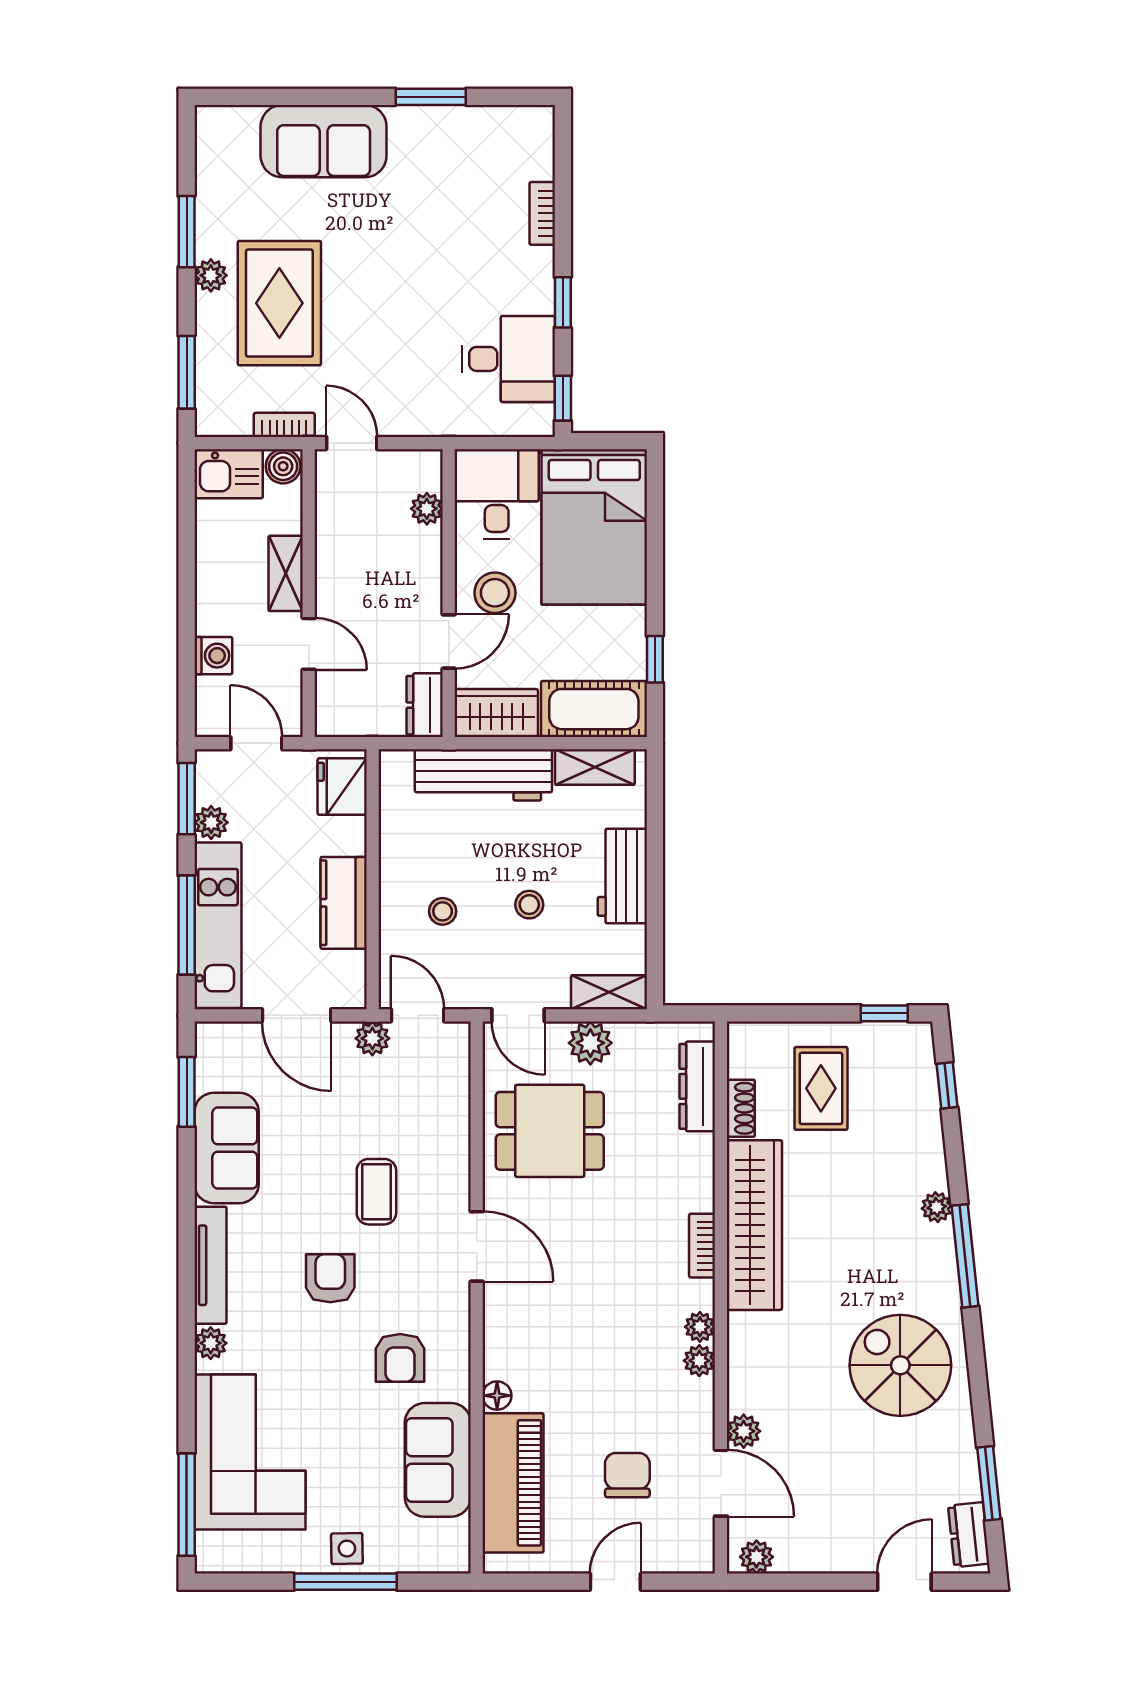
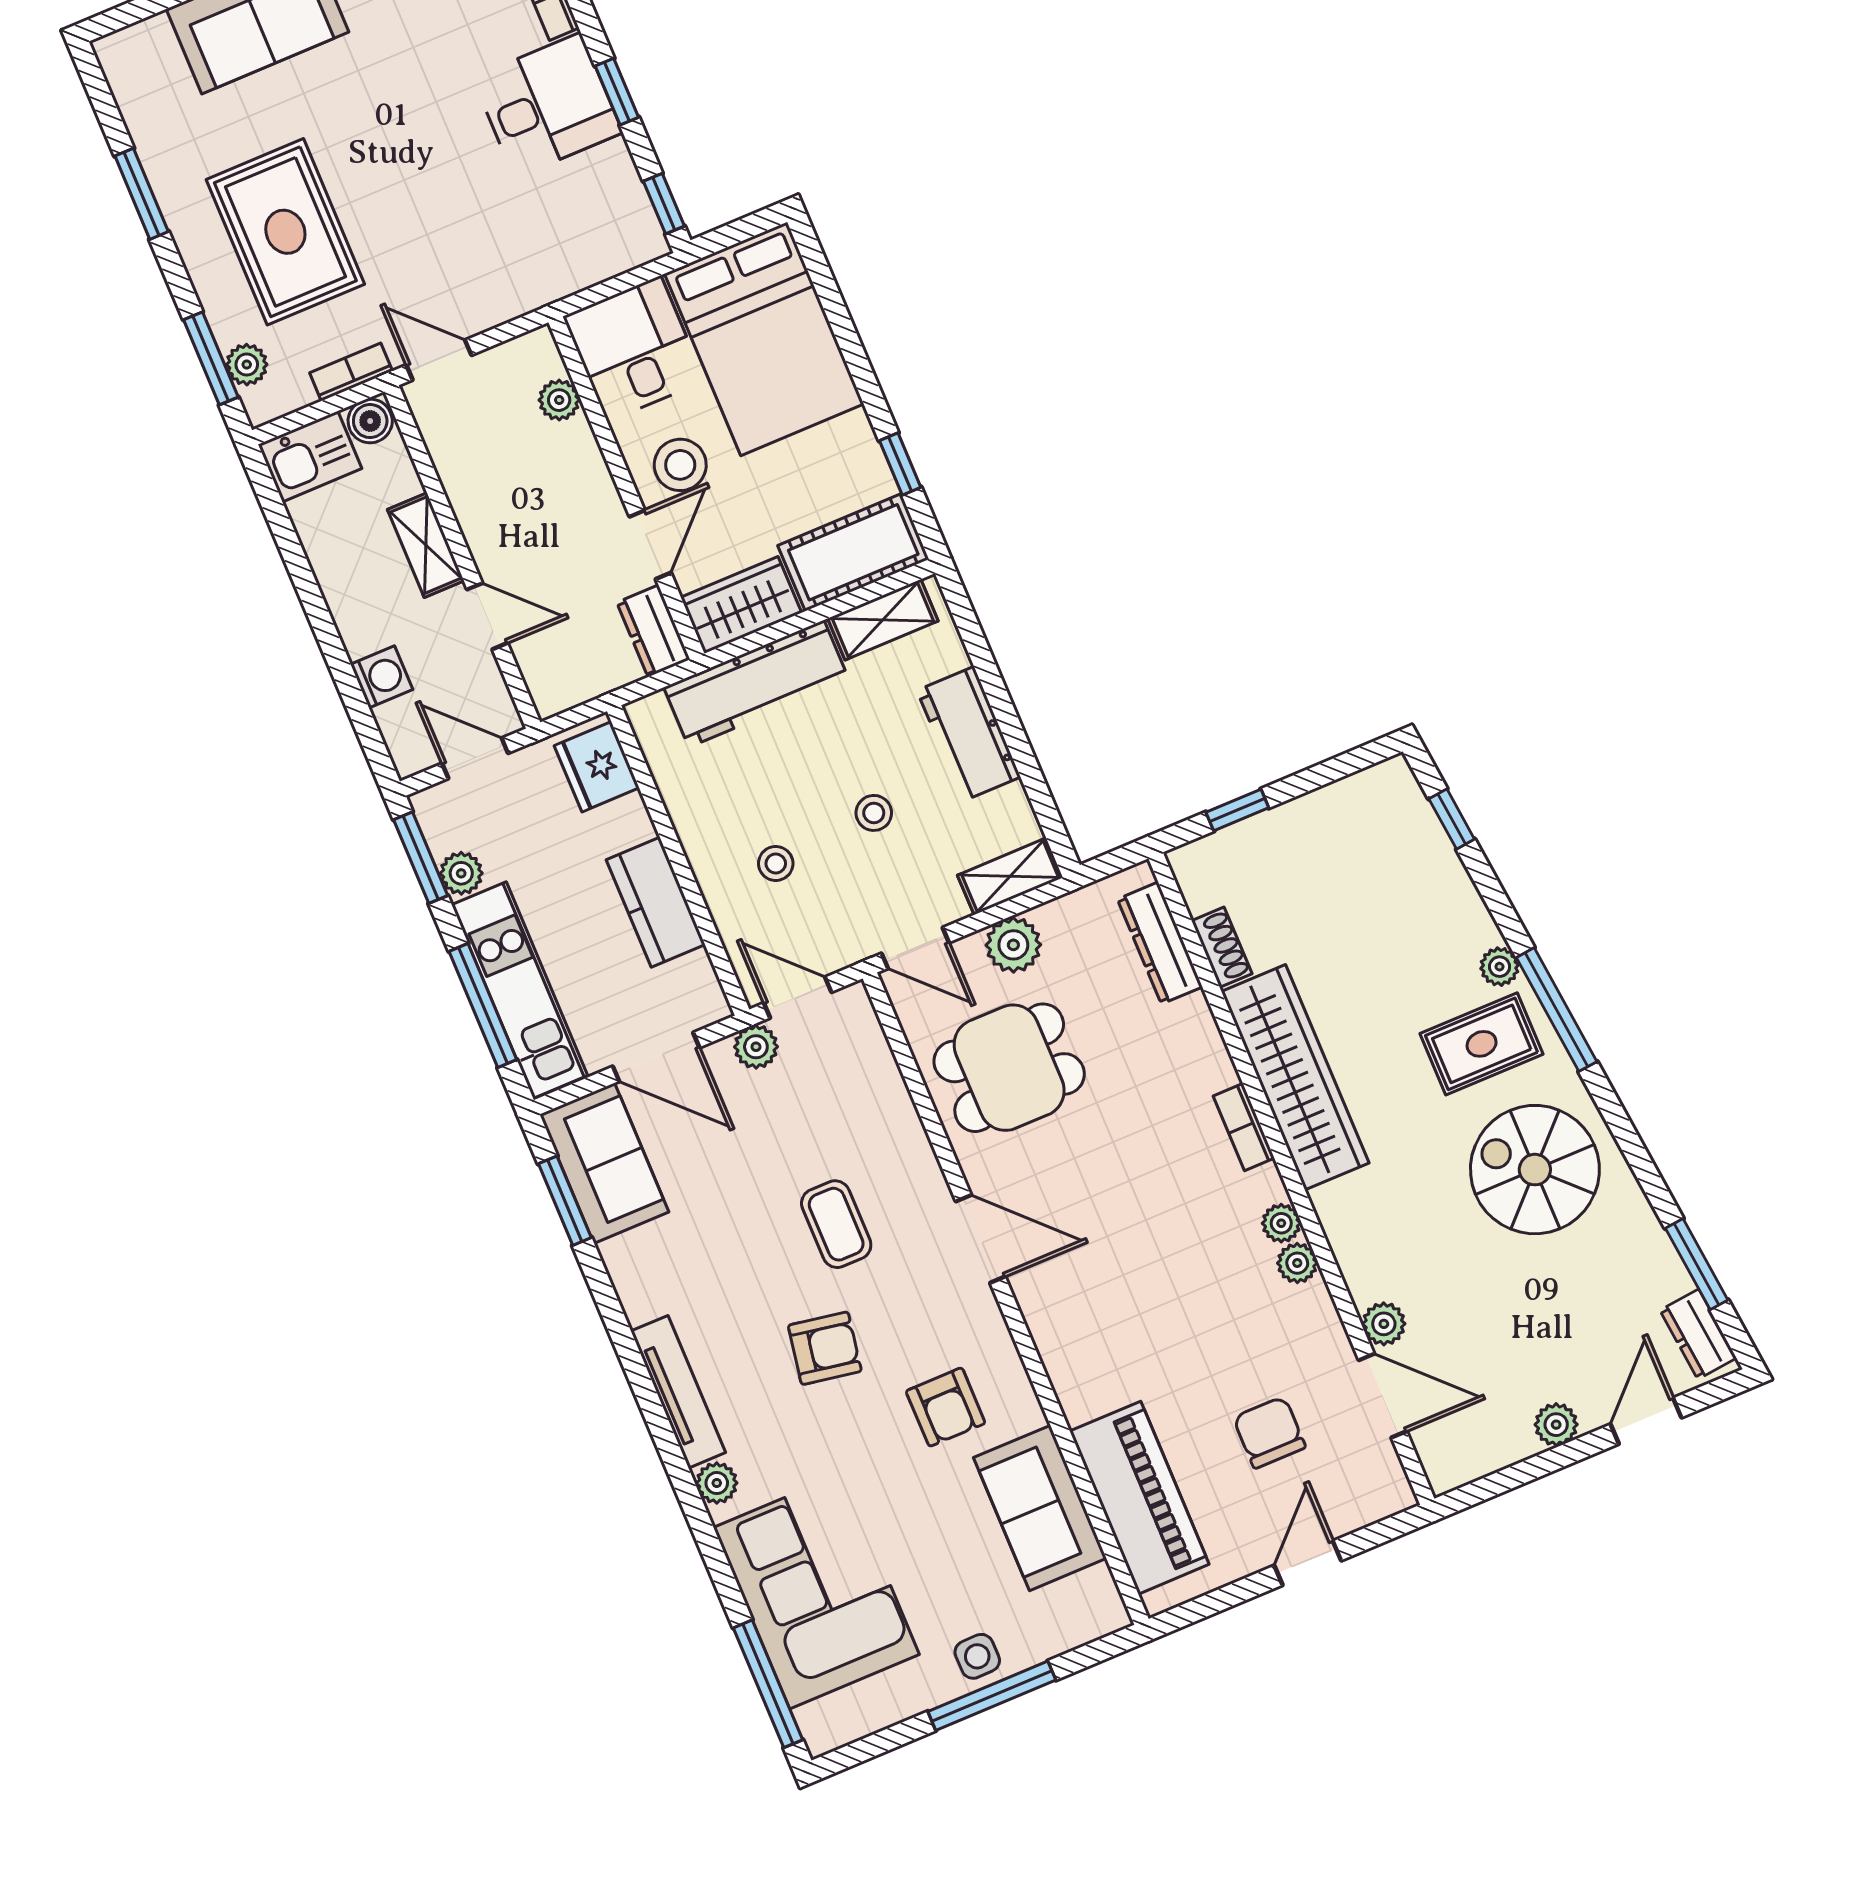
plant: (211, 275) -> (247, 365), moved
desk: (508, 359) -> (548, 105), moved
window: (884, 1013) -> (1237, 810), moved
rug: (821, 1088) -> (1482, 1044), moved, turned 90
sofa: (227, 1148) -> (604, 1163), moved
armchair: (330, 1278) -> (825, 1348), turned 100
floor lamp: (497, 1396) -> (1078, 1403), removed
plant: (756, 1557) -> (1556, 1425), moved

